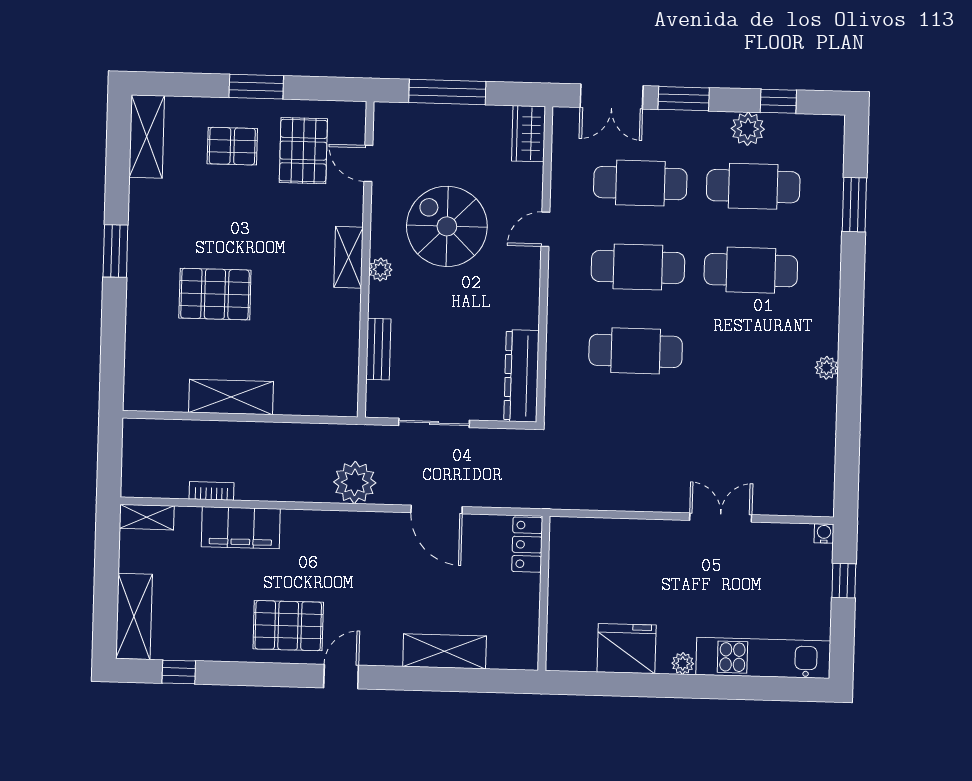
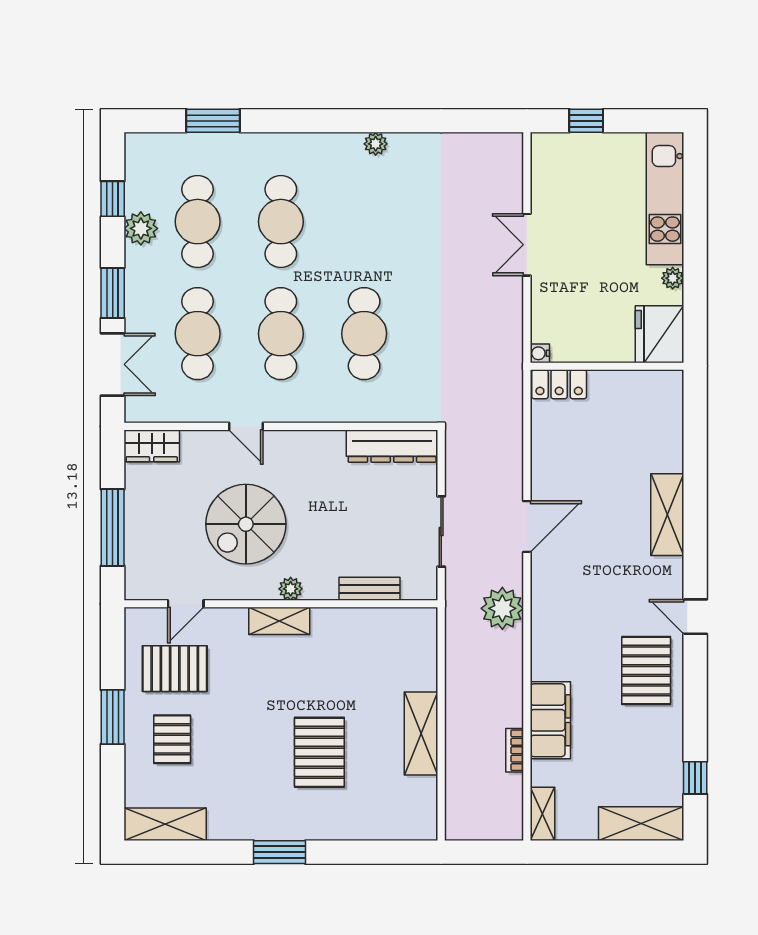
water cooler: (824, 533) -> (540, 353), moved
locker: (527, 545) -> (559, 384), moved
wall: (544, 593) -> (607, 366), moved

